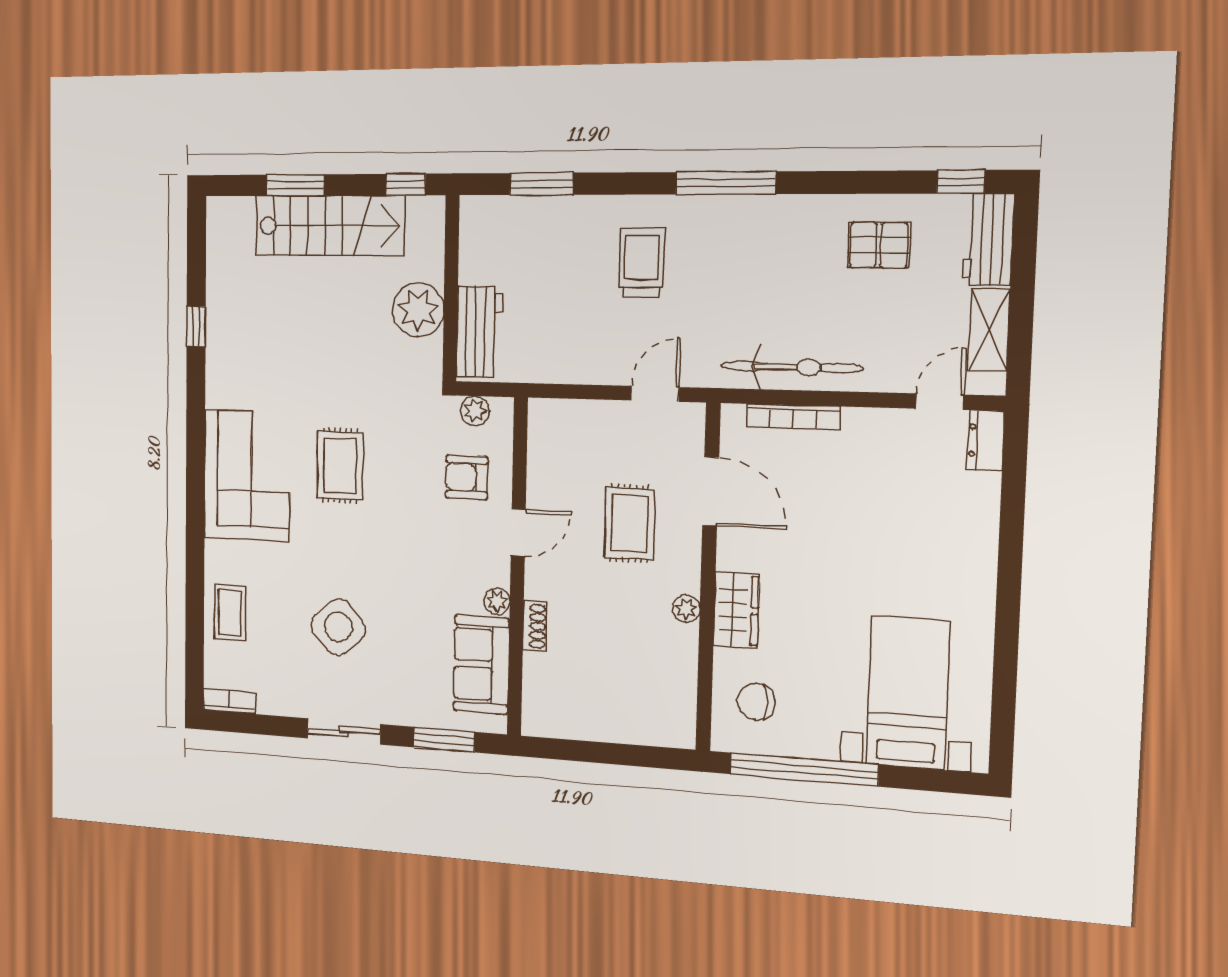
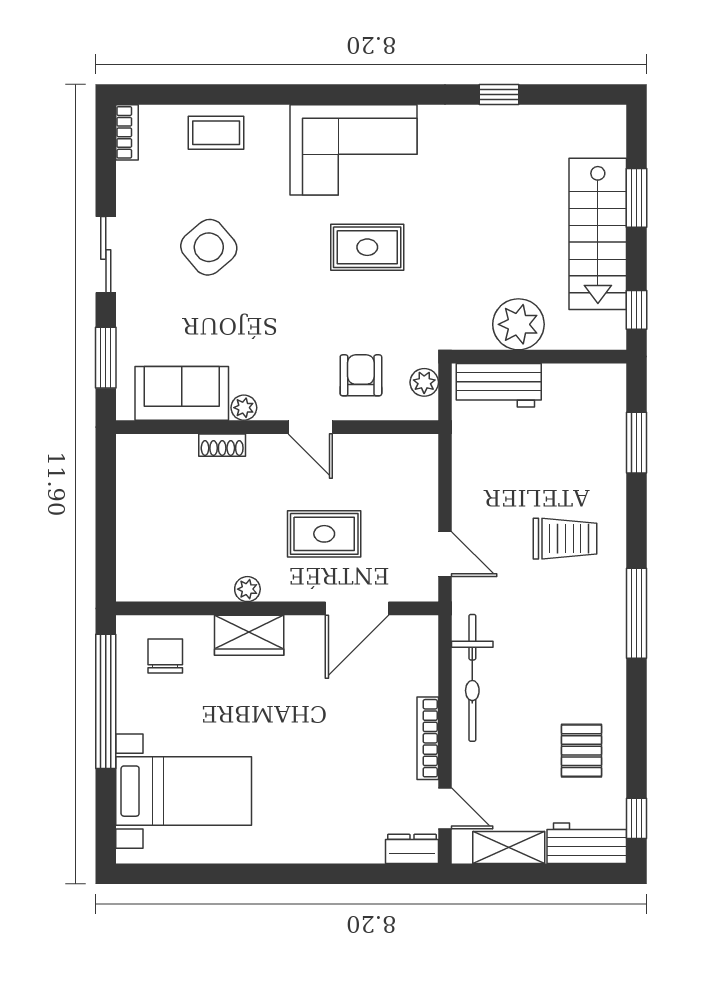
bookcase: (793, 417) -> (428, 738), moved

